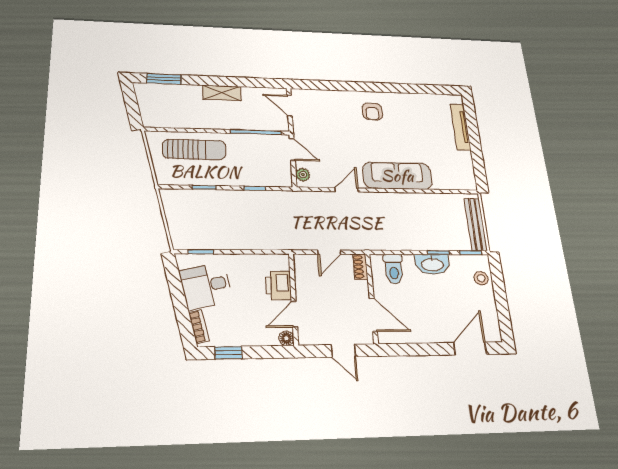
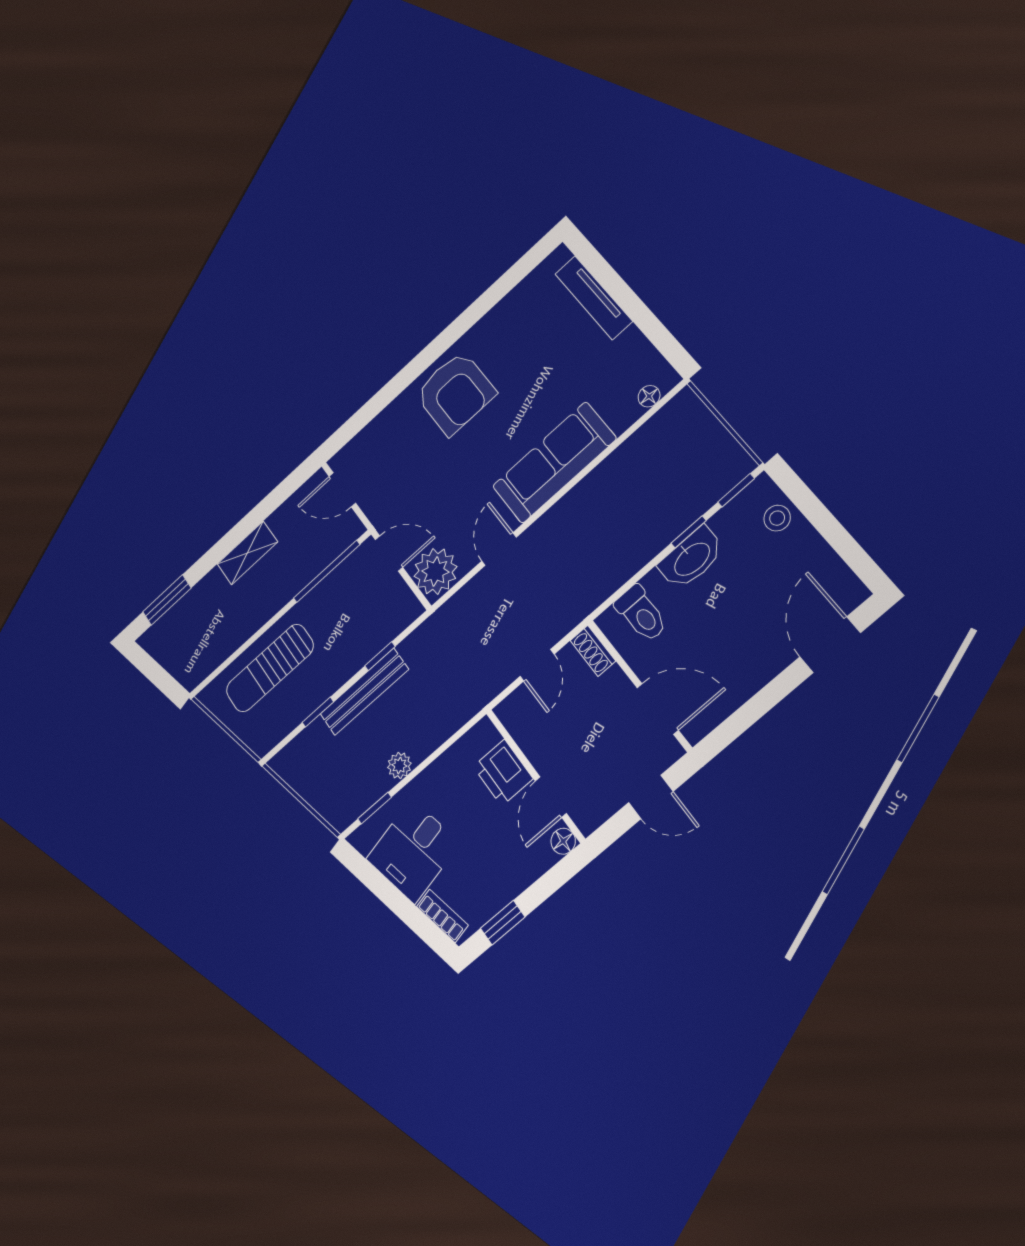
armchair: (372, 112) -> (455, 393), width x1.88, depth x1.88
sun lounger: (194, 149) -> (270, 668), turned 180
plant: (303, 175) -> (435, 571), width x1.88, depth x1.88
floor lamp: (458, 185) -> (649, 396), added
bench: (476, 224) -> (364, 692), moved, turned 90
plant: (228, 243) -> (399, 765), added

